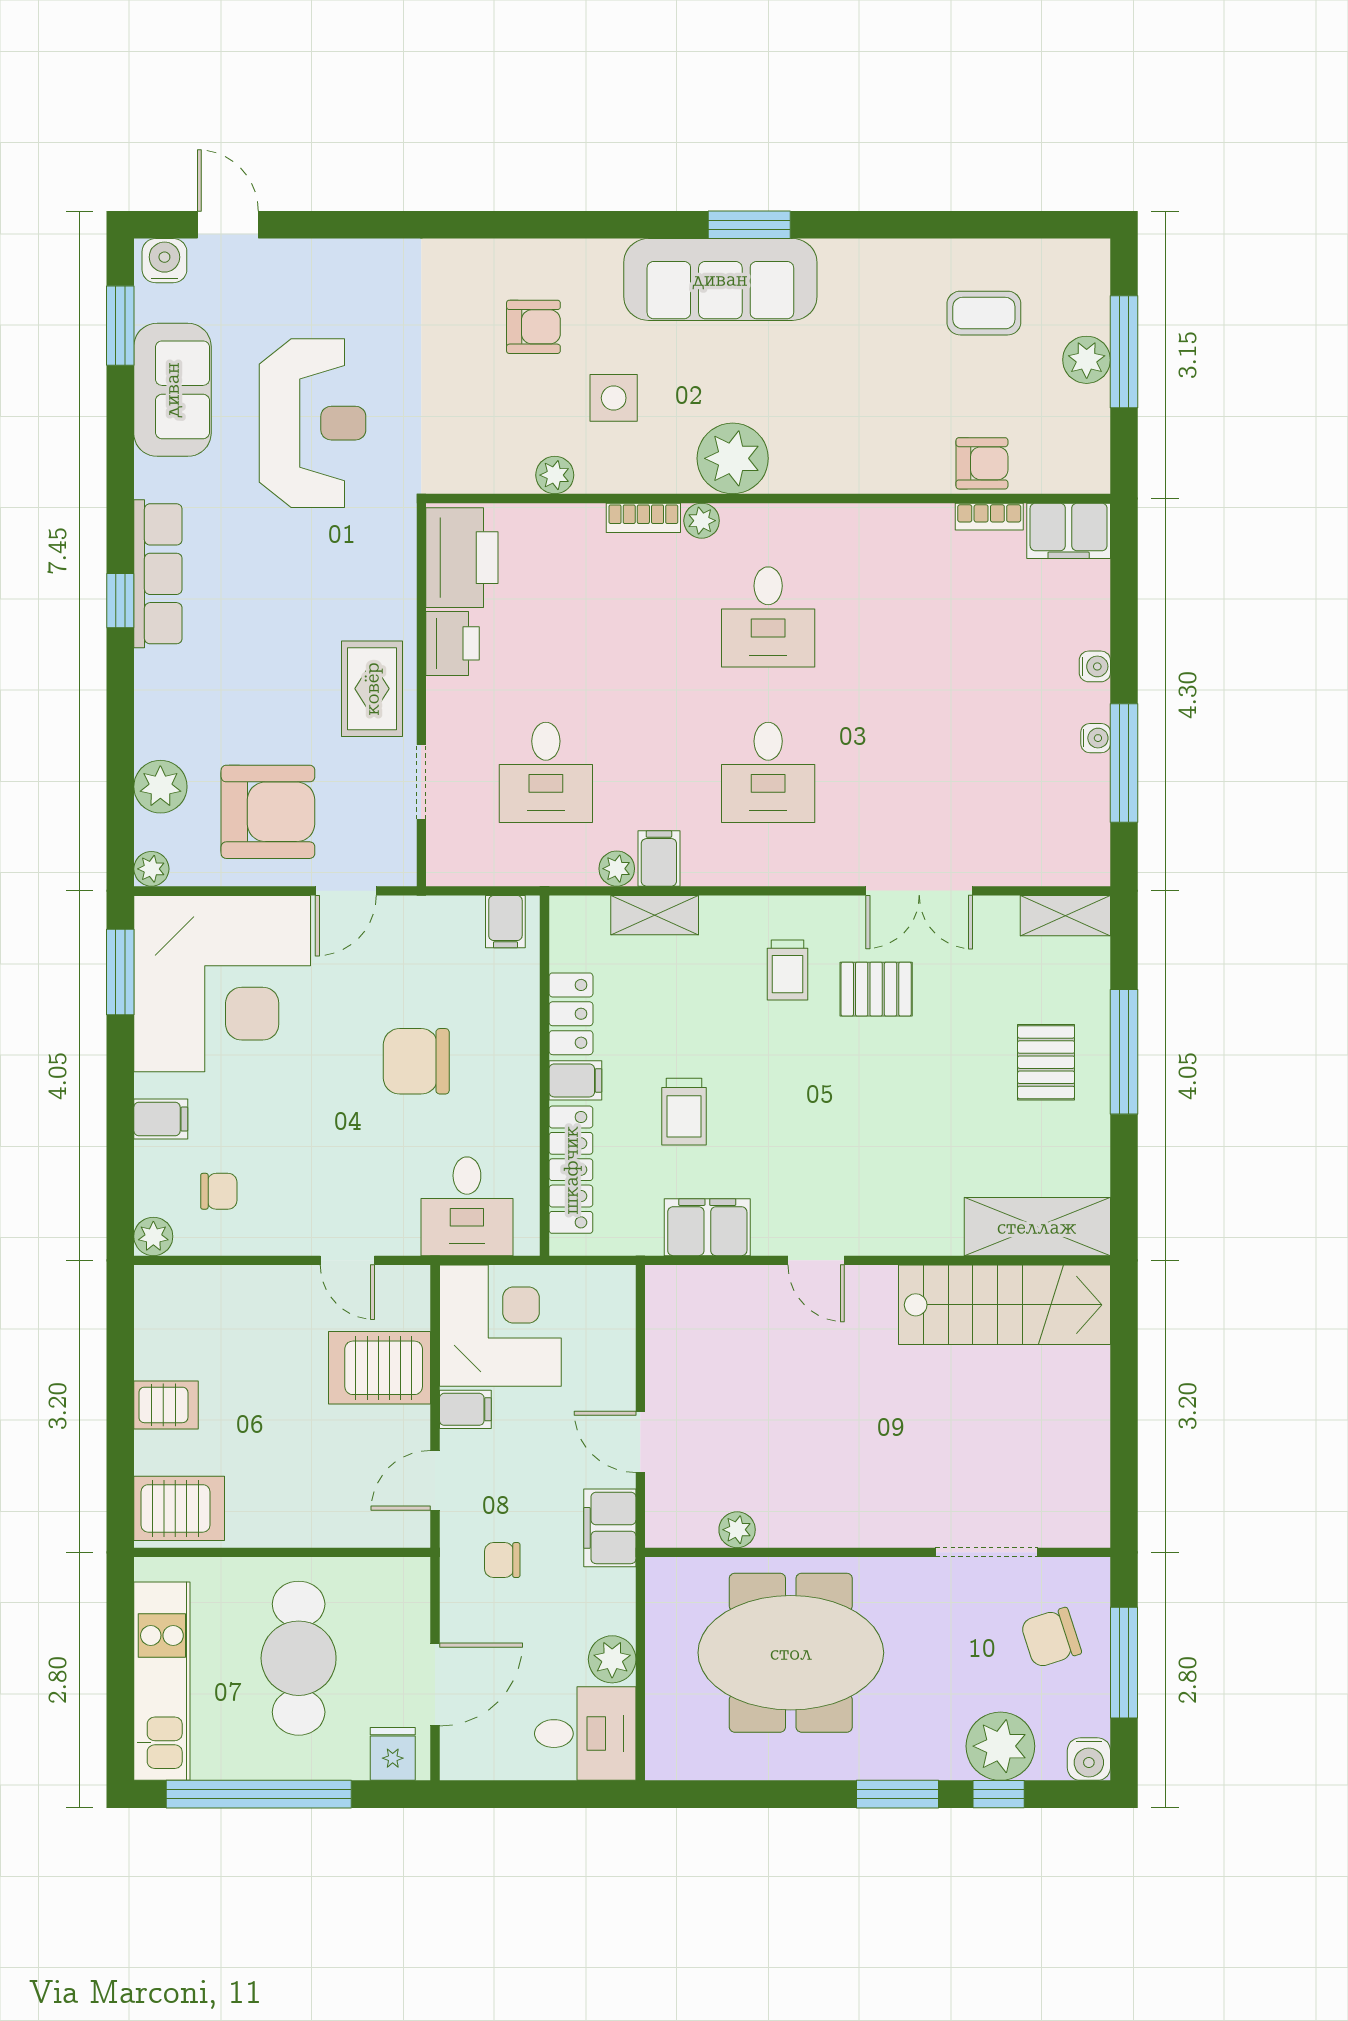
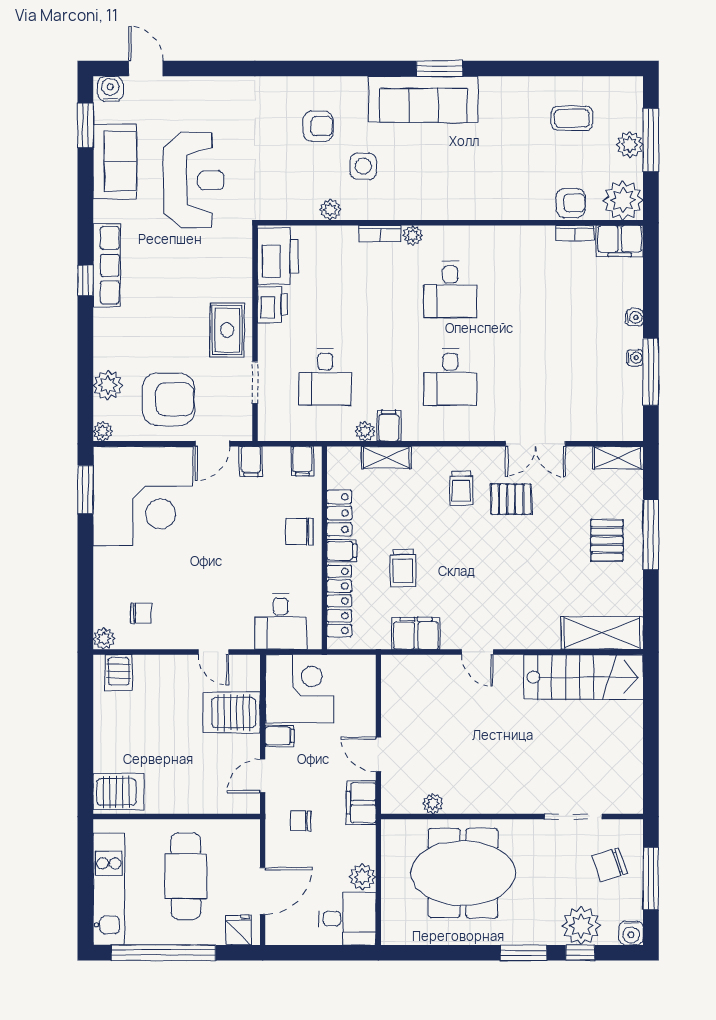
plant: (733, 458) -> (623, 200), moved
chair: (416, 1061) -> (299, 531), moved, width x0.73, depth x0.73
filing cabinet: (161, 1119) -> (251, 461), moved, turned 90
server rack: (166, 1405) -> (119, 673), moved, turned 90

